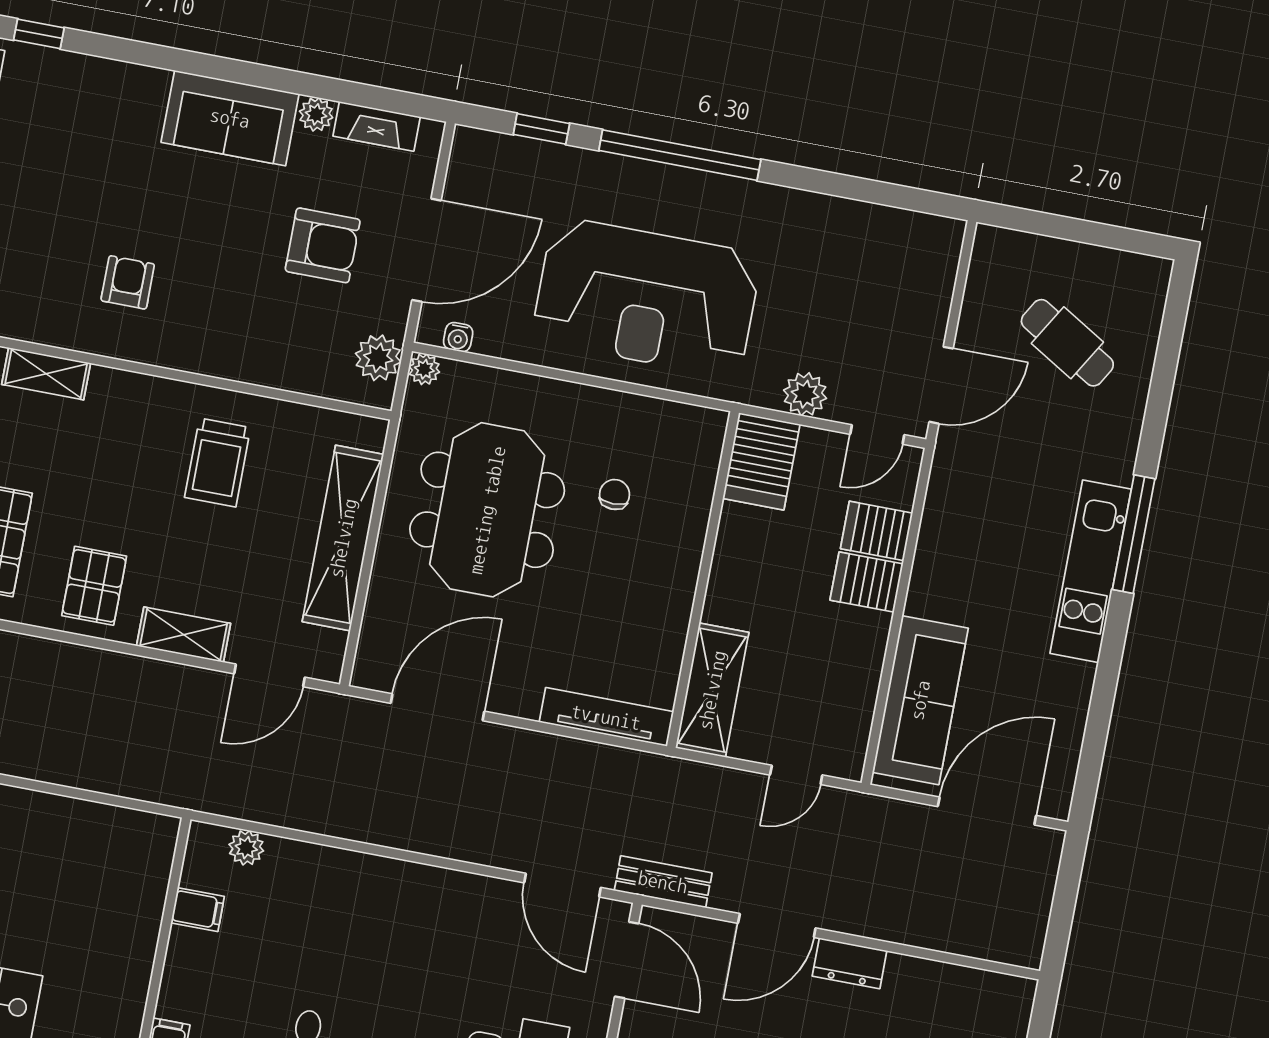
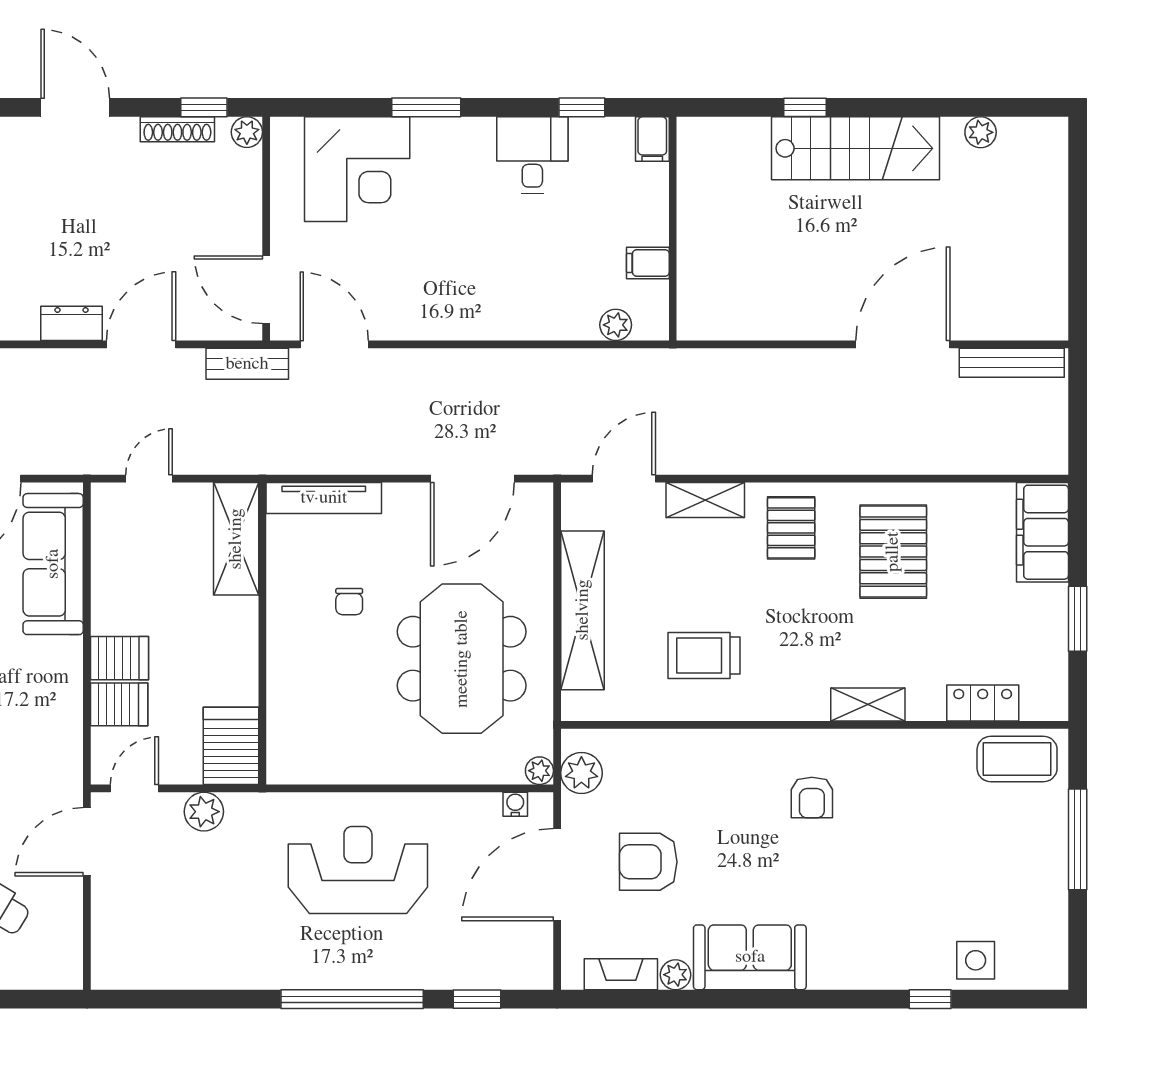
reception desk: (646, 297) -> (358, 870), width x0.74, depth x0.77
trolley: (218, 463) -> (704, 655), turned -90
chair: (615, 495) -> (349, 602), moved

